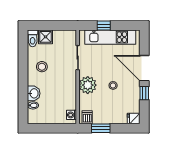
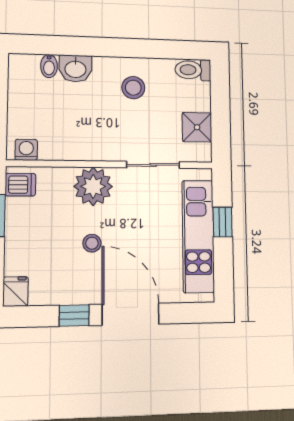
shower: (46, 37) -> (197, 127), moved
door: (144, 68) -> (131, 314), hinge flipped

